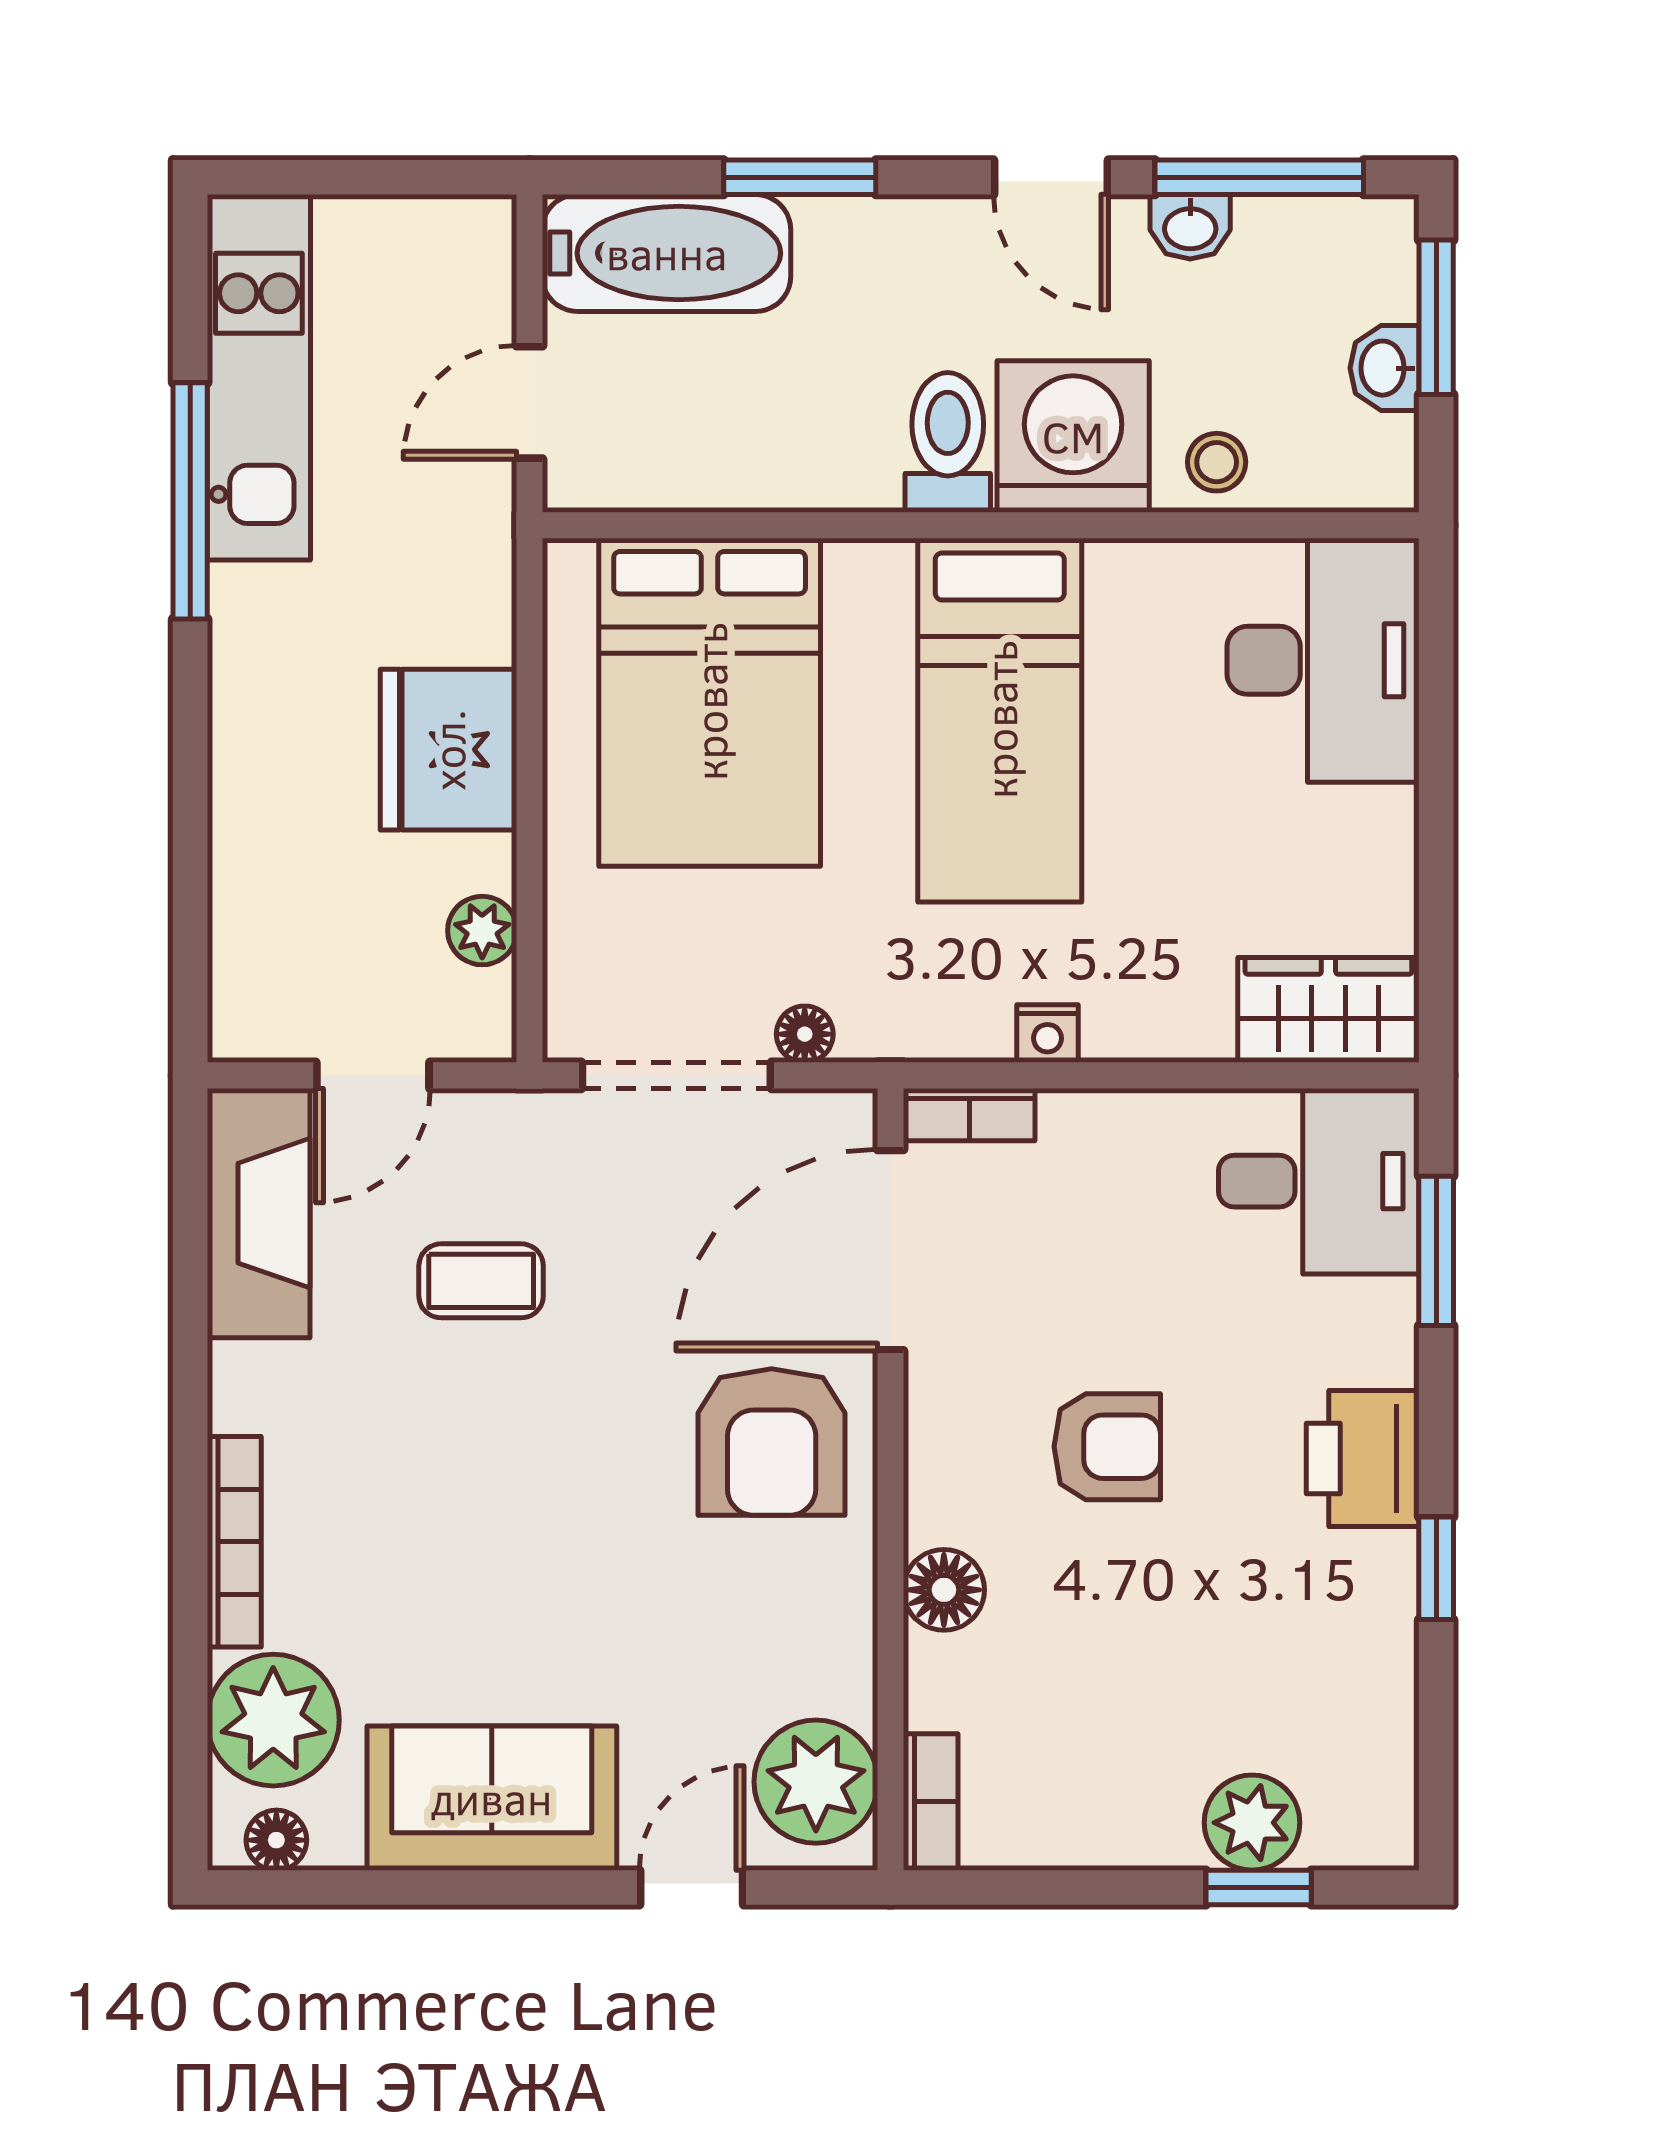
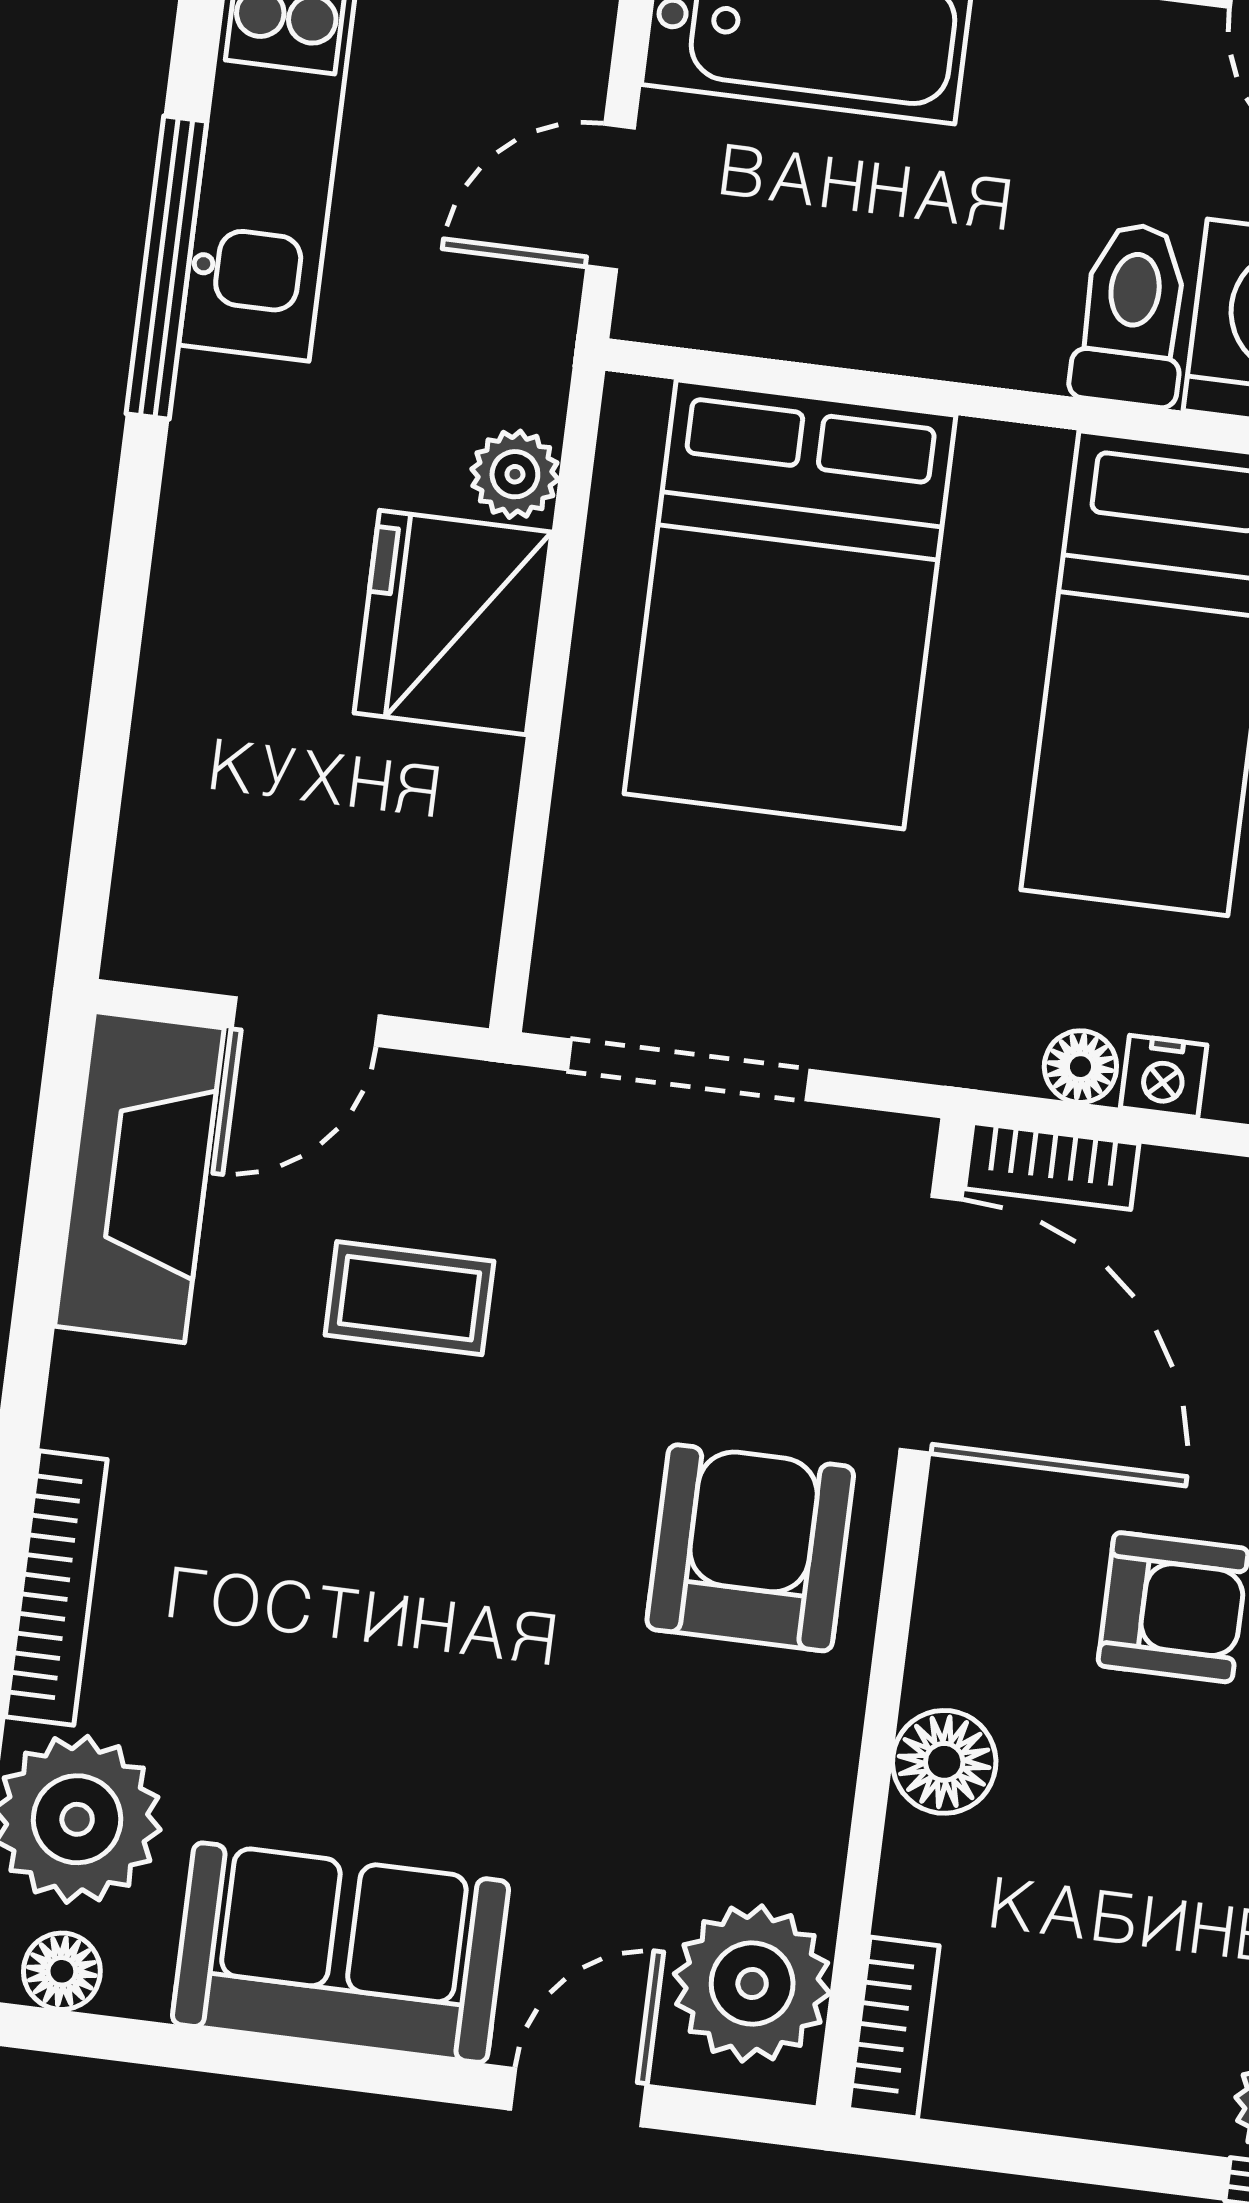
plant: (482, 931) -> (515, 474), moved
floor lamp: (805, 1034) -> (1080, 1067), moved
door: (890, 1250) -> (931, 1325), swing flipped
armchair: (772, 1442) -> (750, 1548), turned 180

